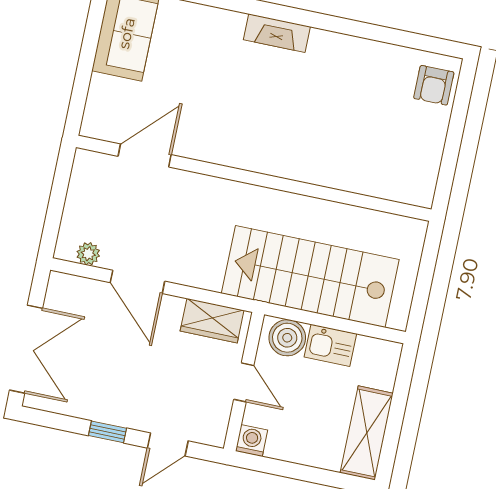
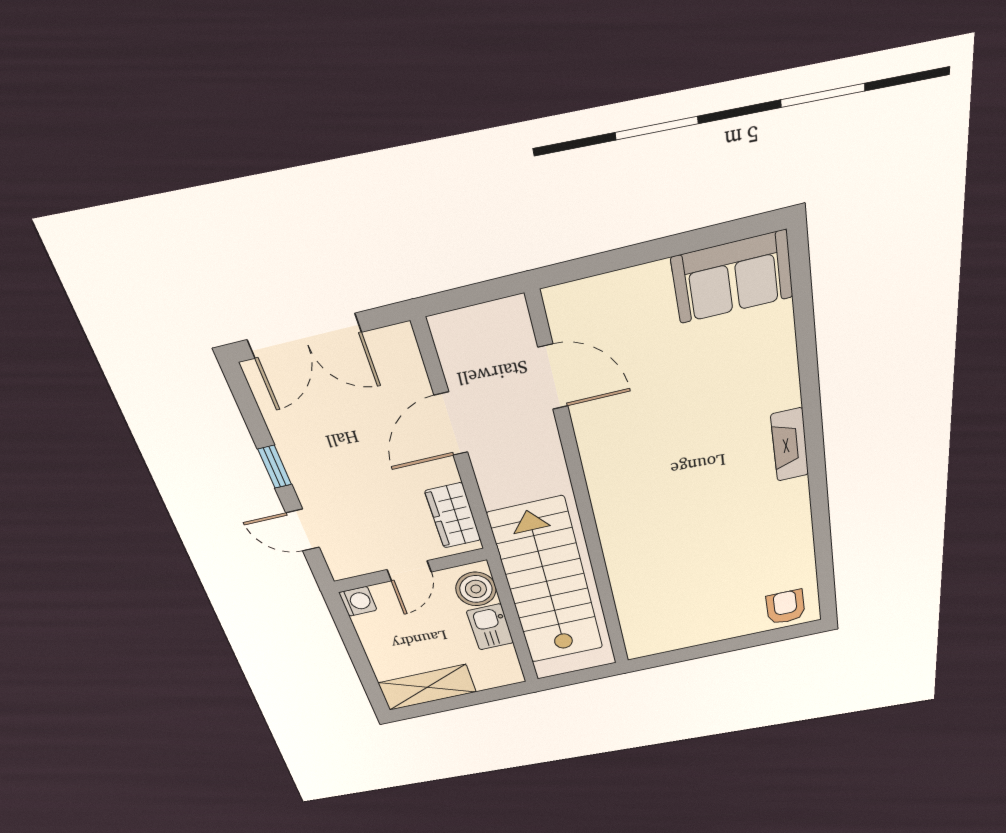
armchair: (434, 85) -> (785, 607), turned 90
door: (145, 155) -> (553, 377), moved
wall: (254, 178) -> (582, 499), moved
plant: (88, 254) -> (453, 356), removed

